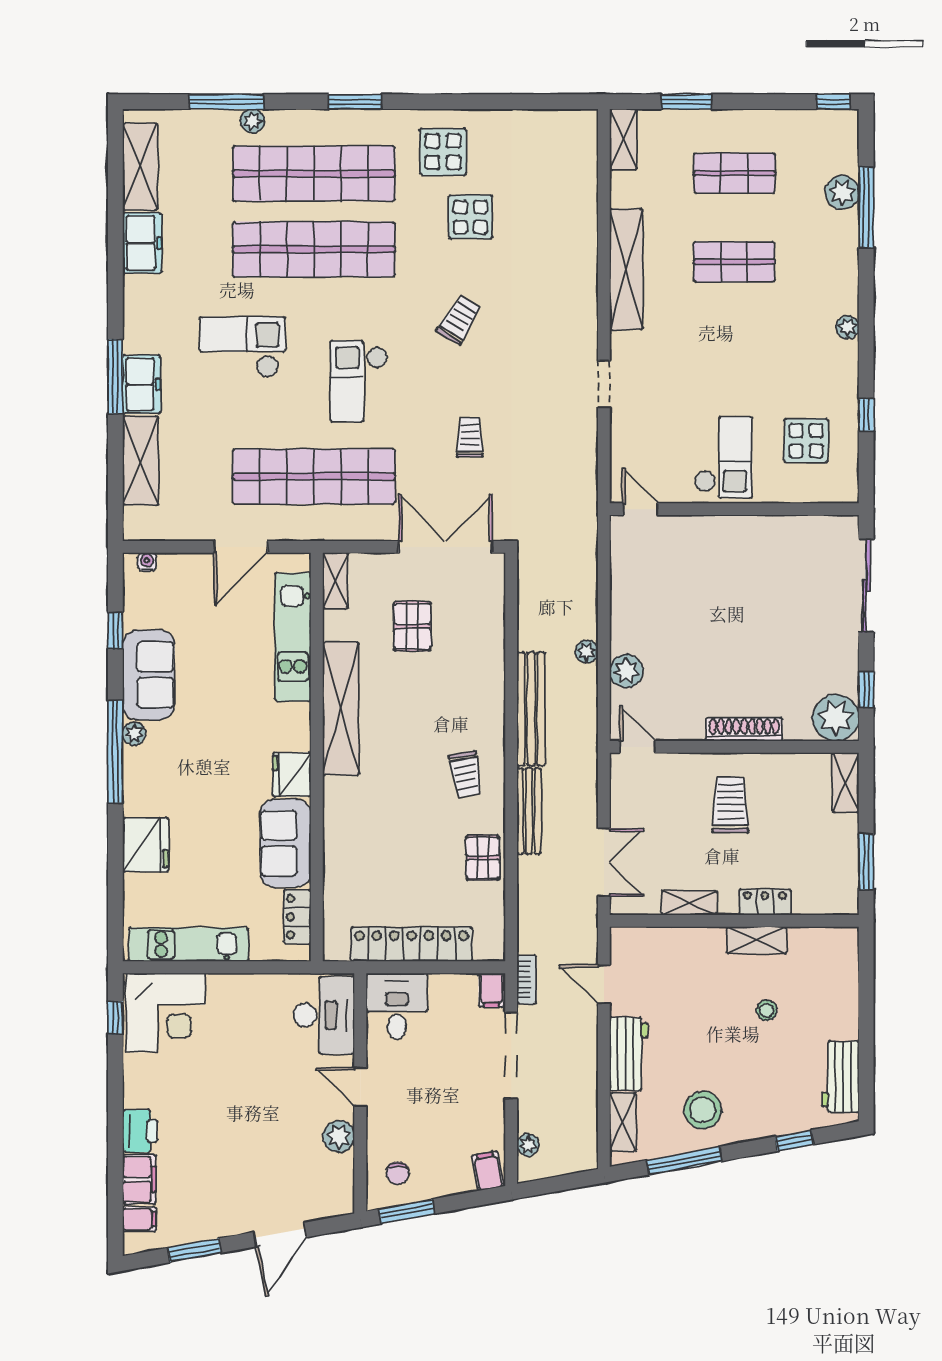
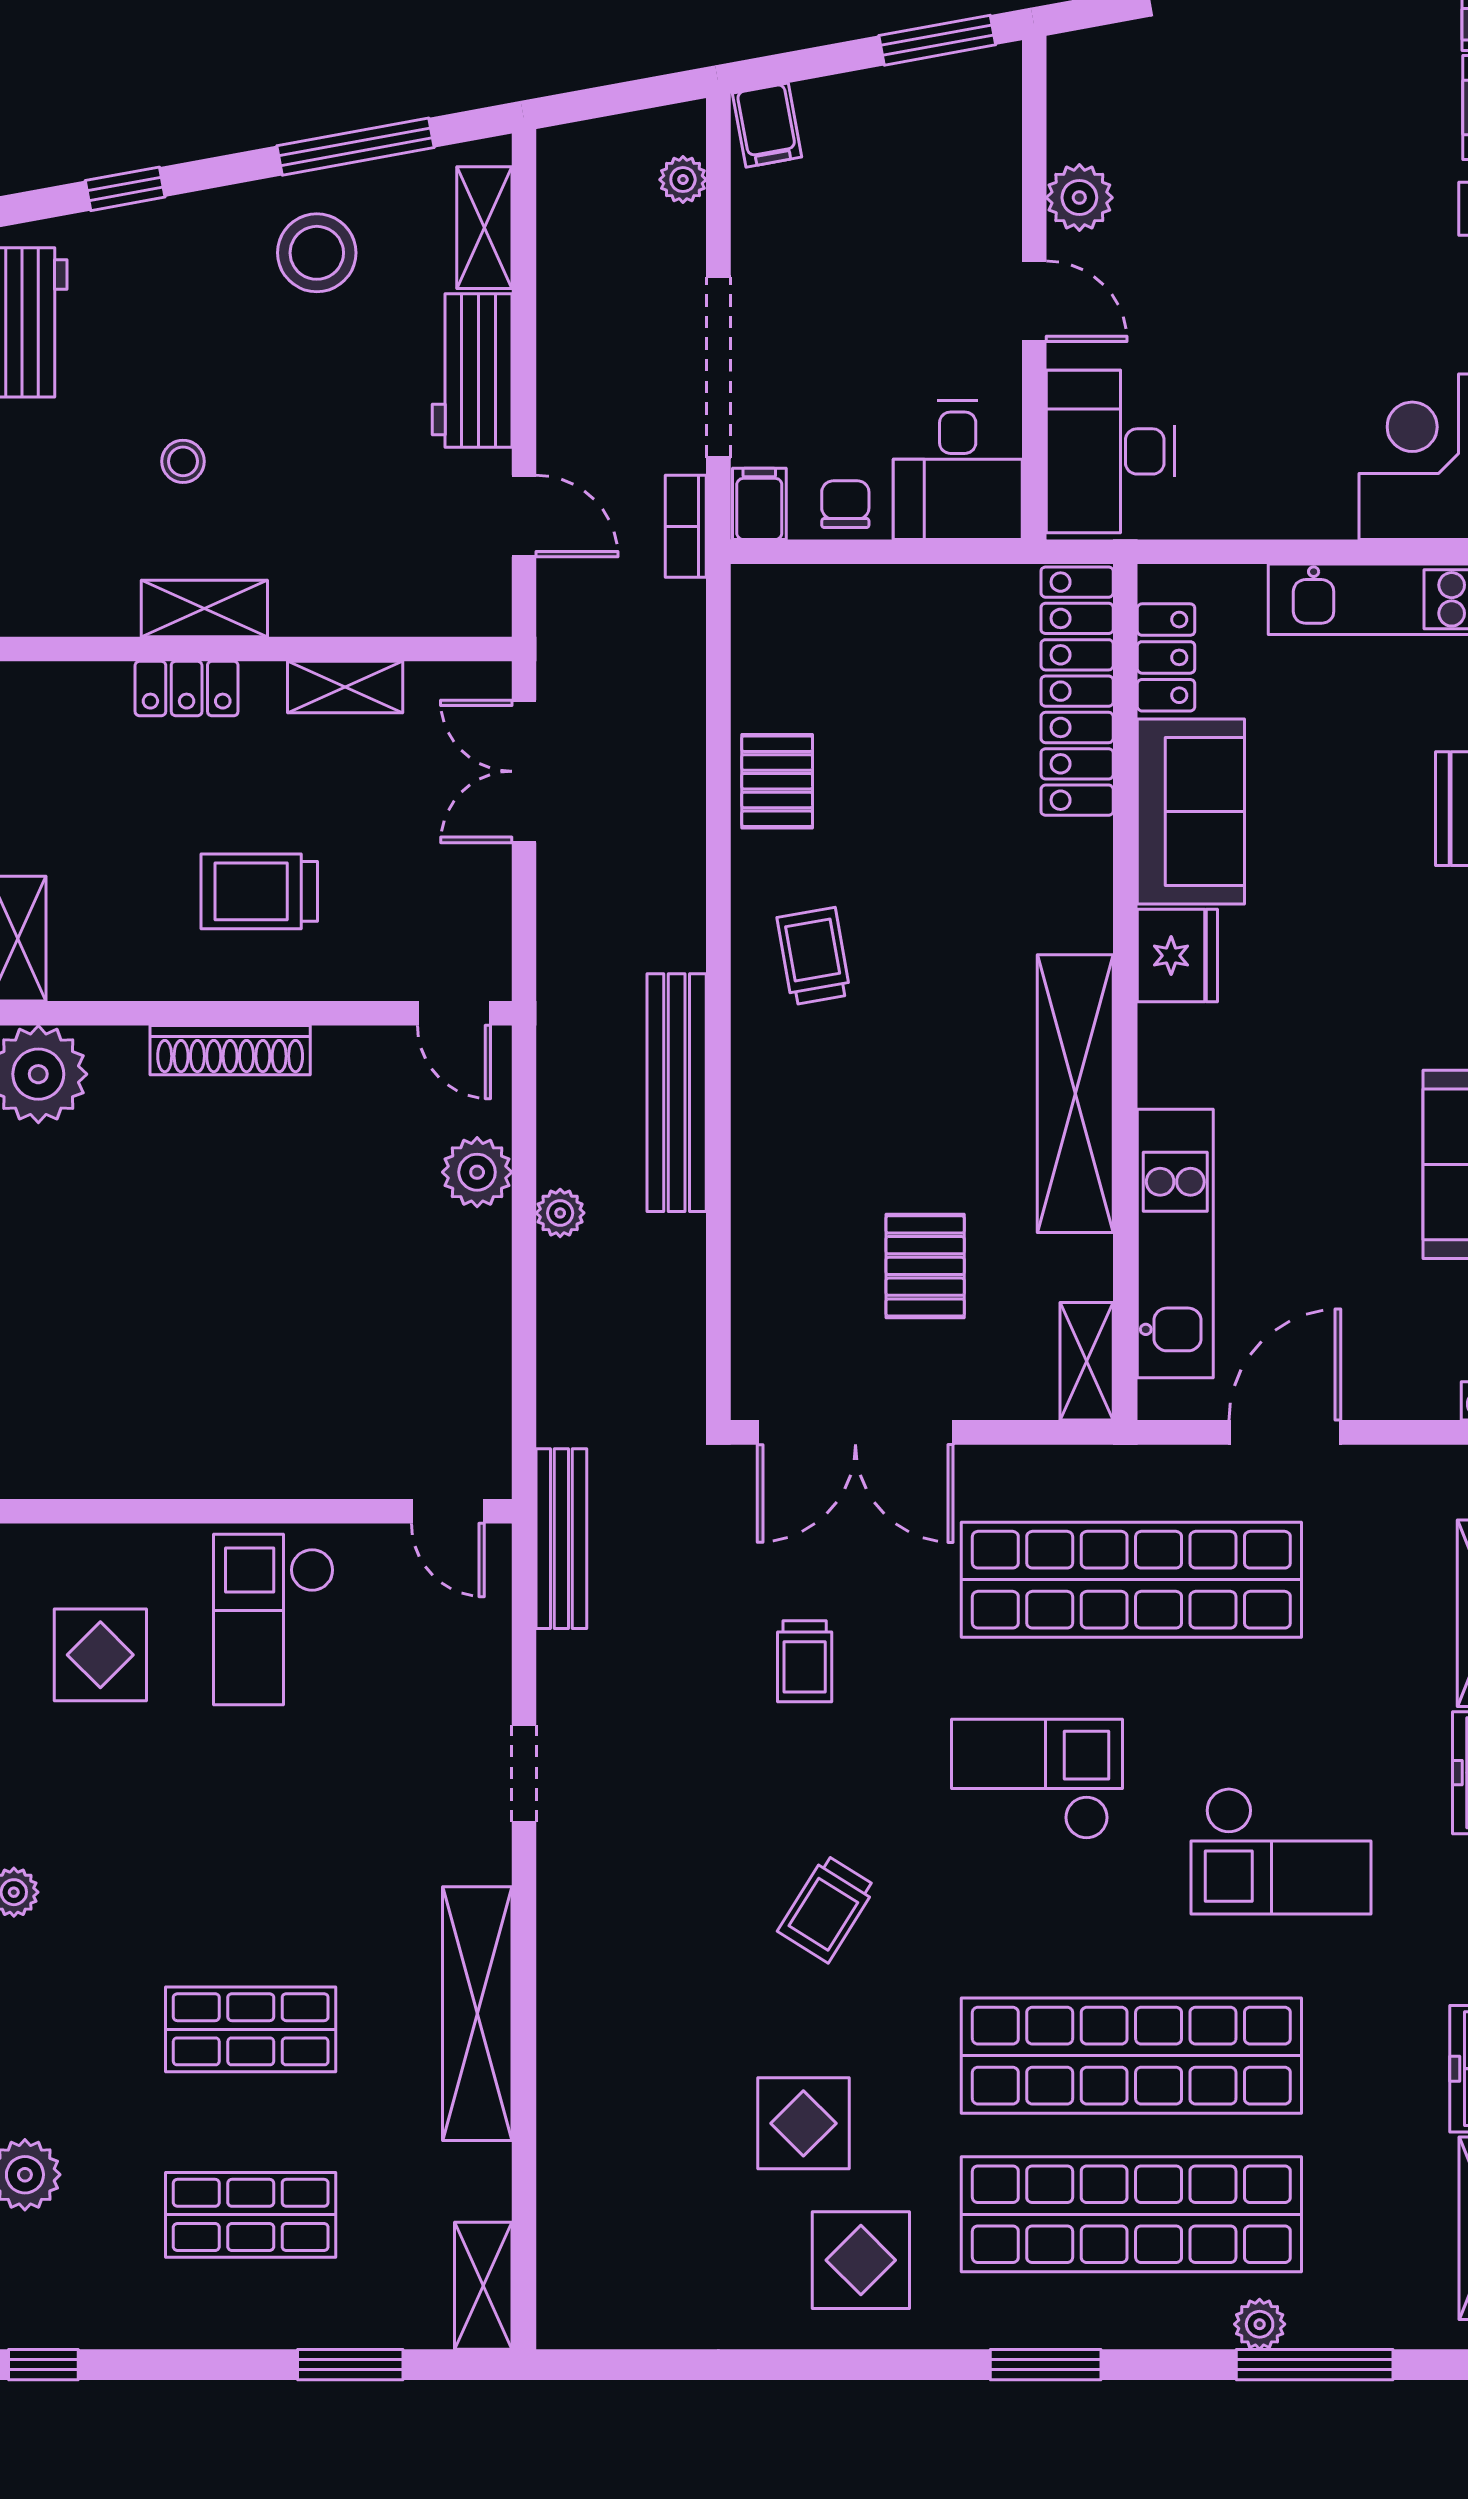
checkout: (359, 381) -> (1037, 1779), turned -90
trolley: (730, 805) -> (259, 891), turned 90
bench: (529, 811) -> (561, 1539), moved
locker: (412, 944) -> (1077, 691), moved, turned 90
chair: (398, 1173) -> (845, 504), moved

